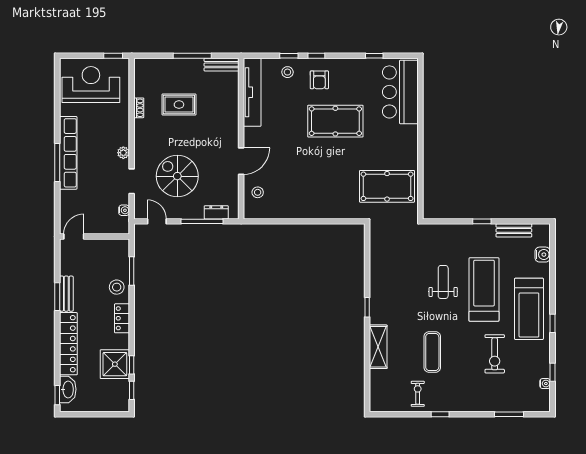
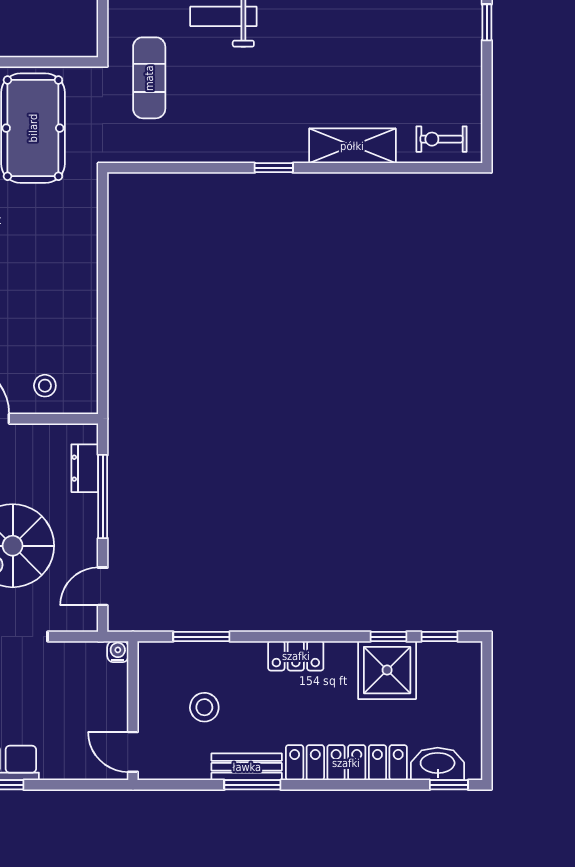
water cooler: (124, 210) -> (118, 652), moved
stool: (117, 287) -> (204, 707), moved
exercise mat: (432, 352) -> (149, 78), moved, turned 90
exercise bike: (418, 394) -> (441, 139), moved

